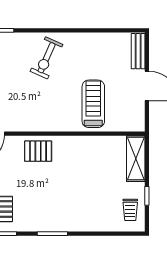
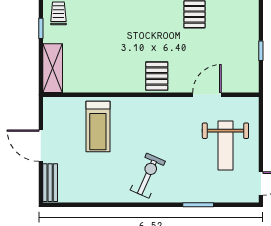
pallet: (38, 151) -> (157, 76), turned 90

